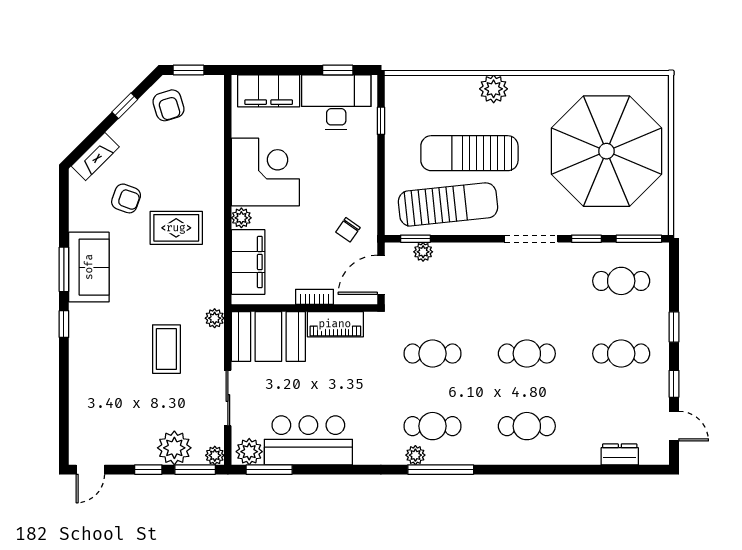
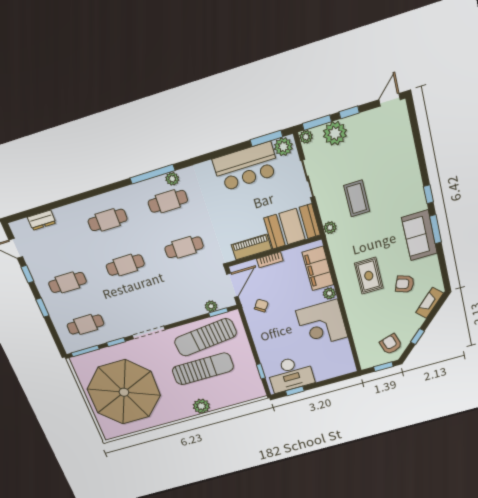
filing cabinet: (269, 91) -> (332, 369), removed
rug: (176, 228) -> (369, 276), turned 90

